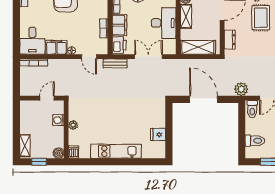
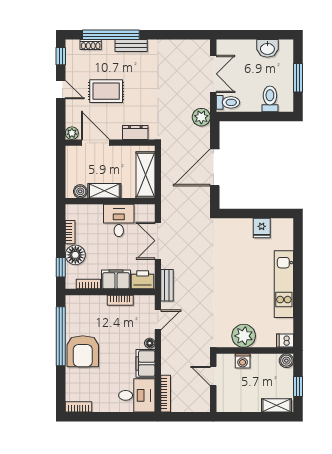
desk: (164, 23) -> (119, 220), width x0.73
plant: (73, 125) -> (244, 336), width x1.87, depth x1.87

